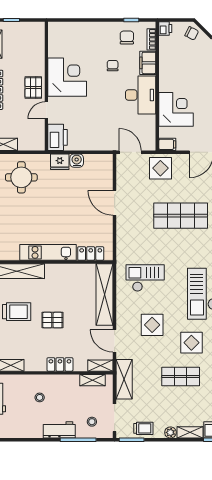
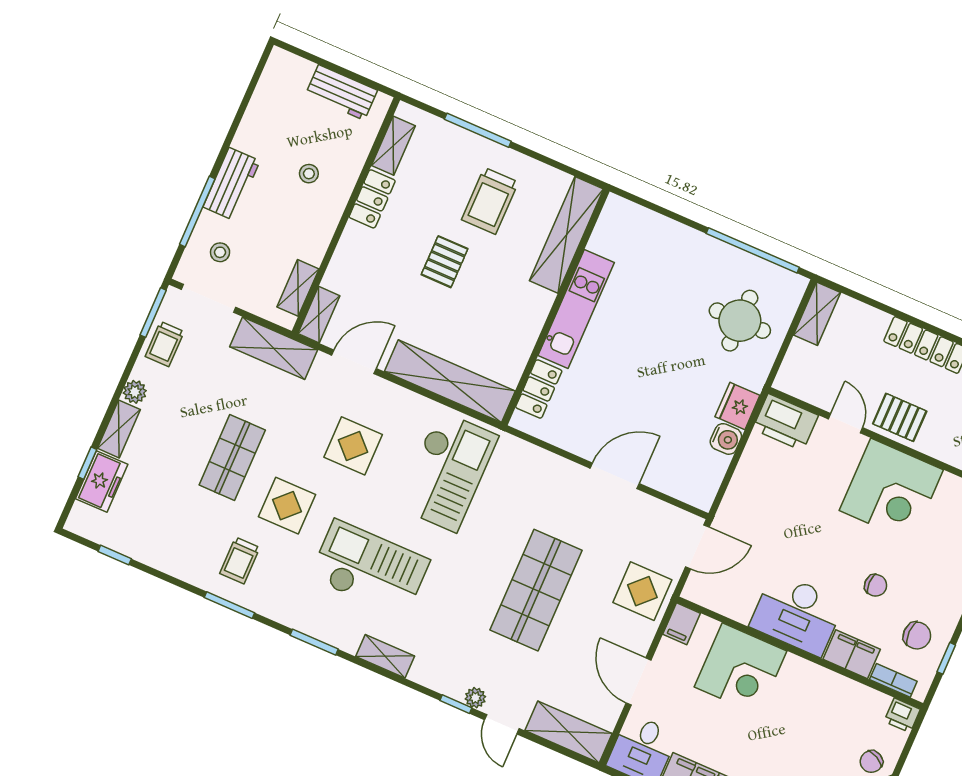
checkout: (145, 278) -> (447, 471), width x1.36, depth x1.21
locker: (60, 364) -> (372, 199), moved

